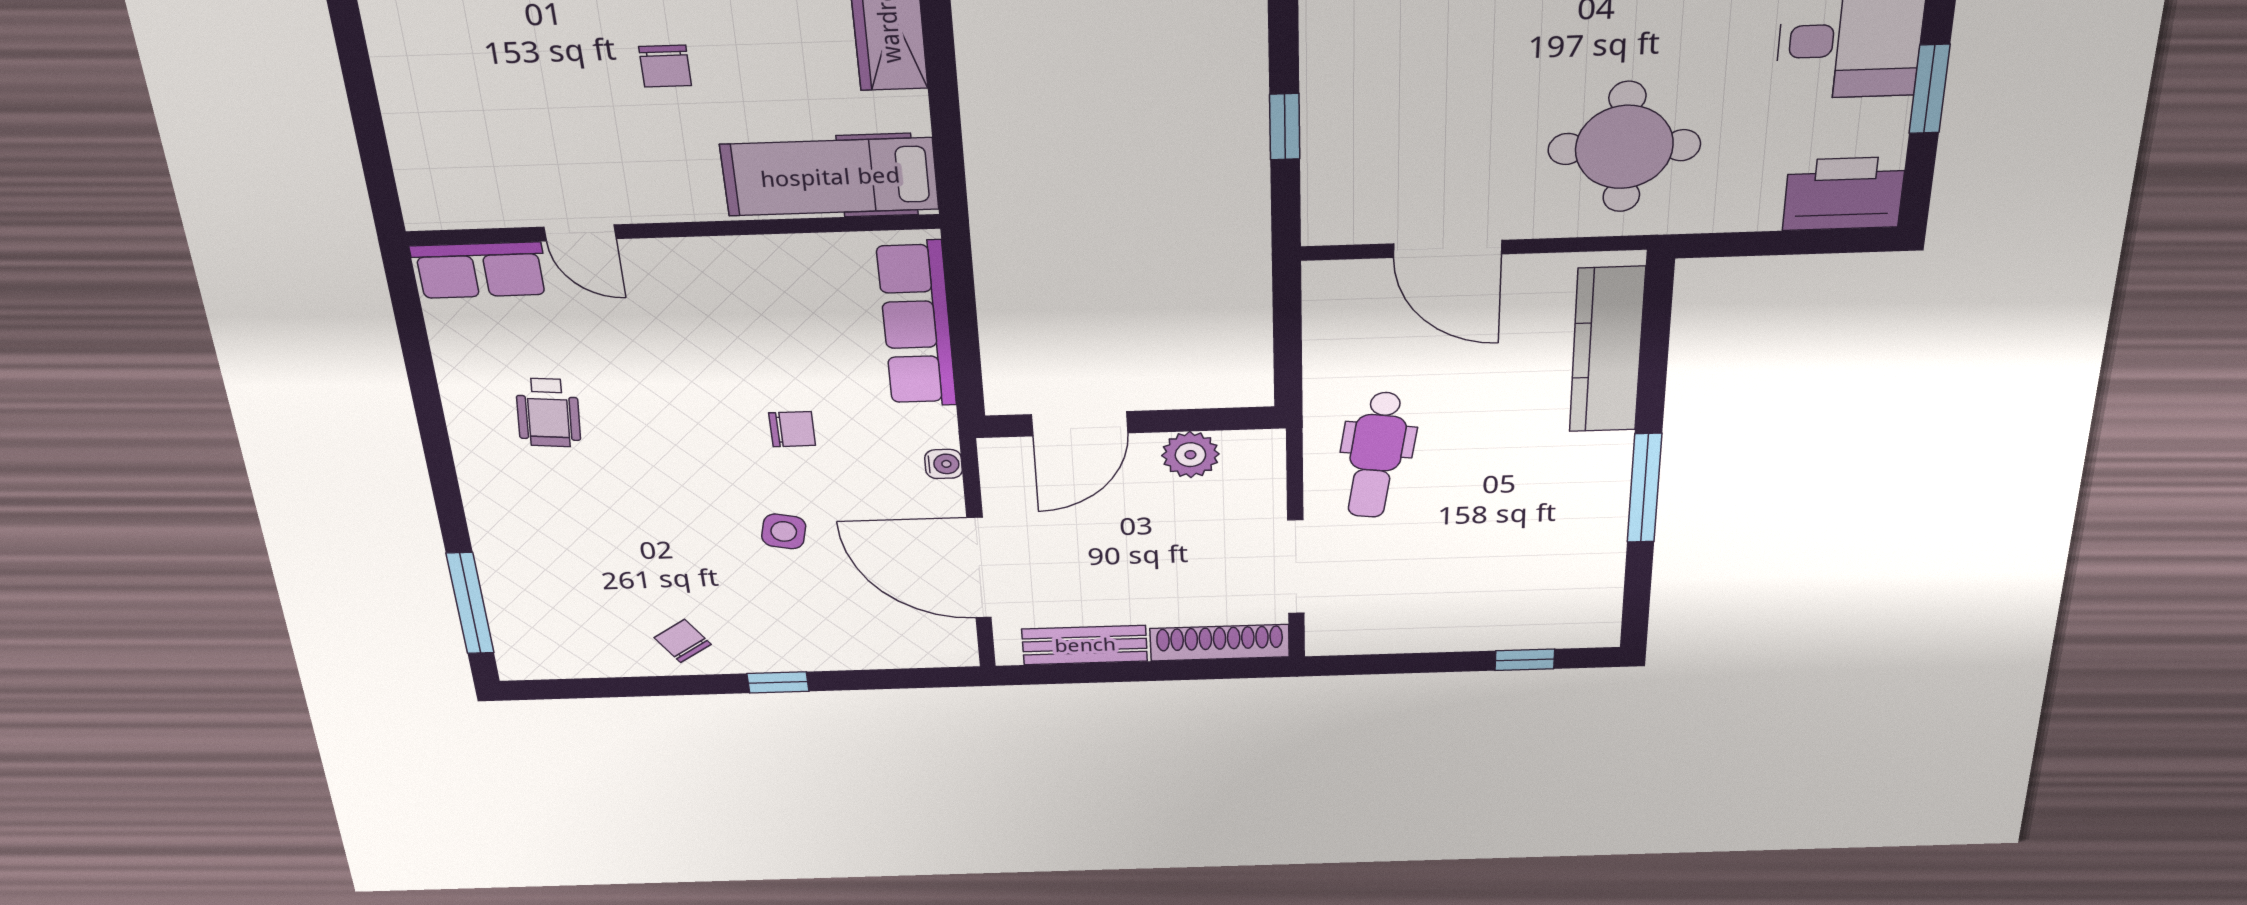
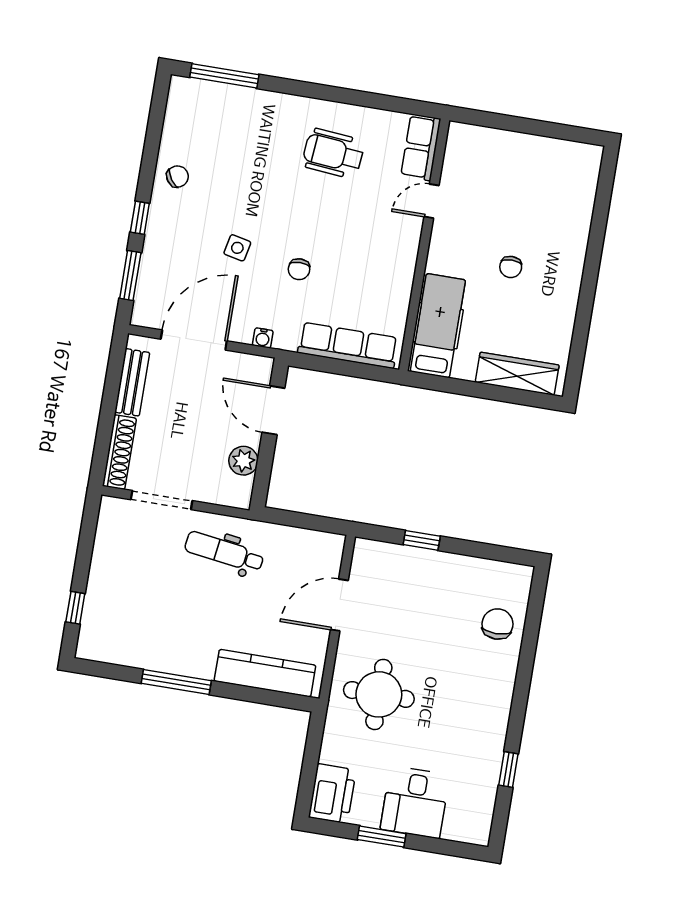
chair: (665, 66) -> (511, 267), turned -90
wheelchair: (548, 413) -> (333, 153), width x1.36, depth x1.37
window: (888, 679) -> (130, 275), added

